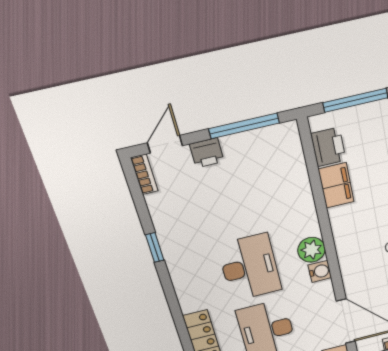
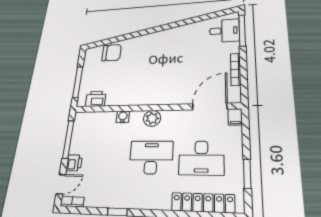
door: (165, 144) -> (61, 184), swing flipped
filing cabinet: (336, 185) -> (118, 98), removed
water cooler: (320, 271) -> (123, 117), moved

